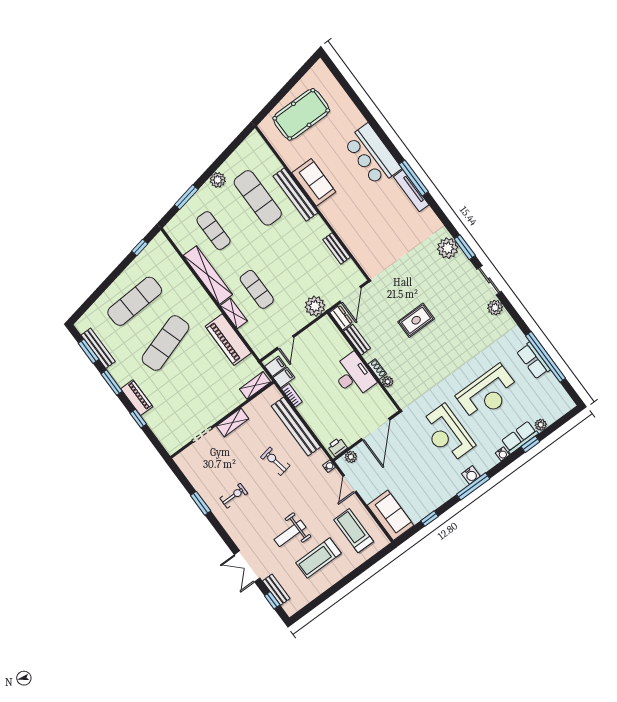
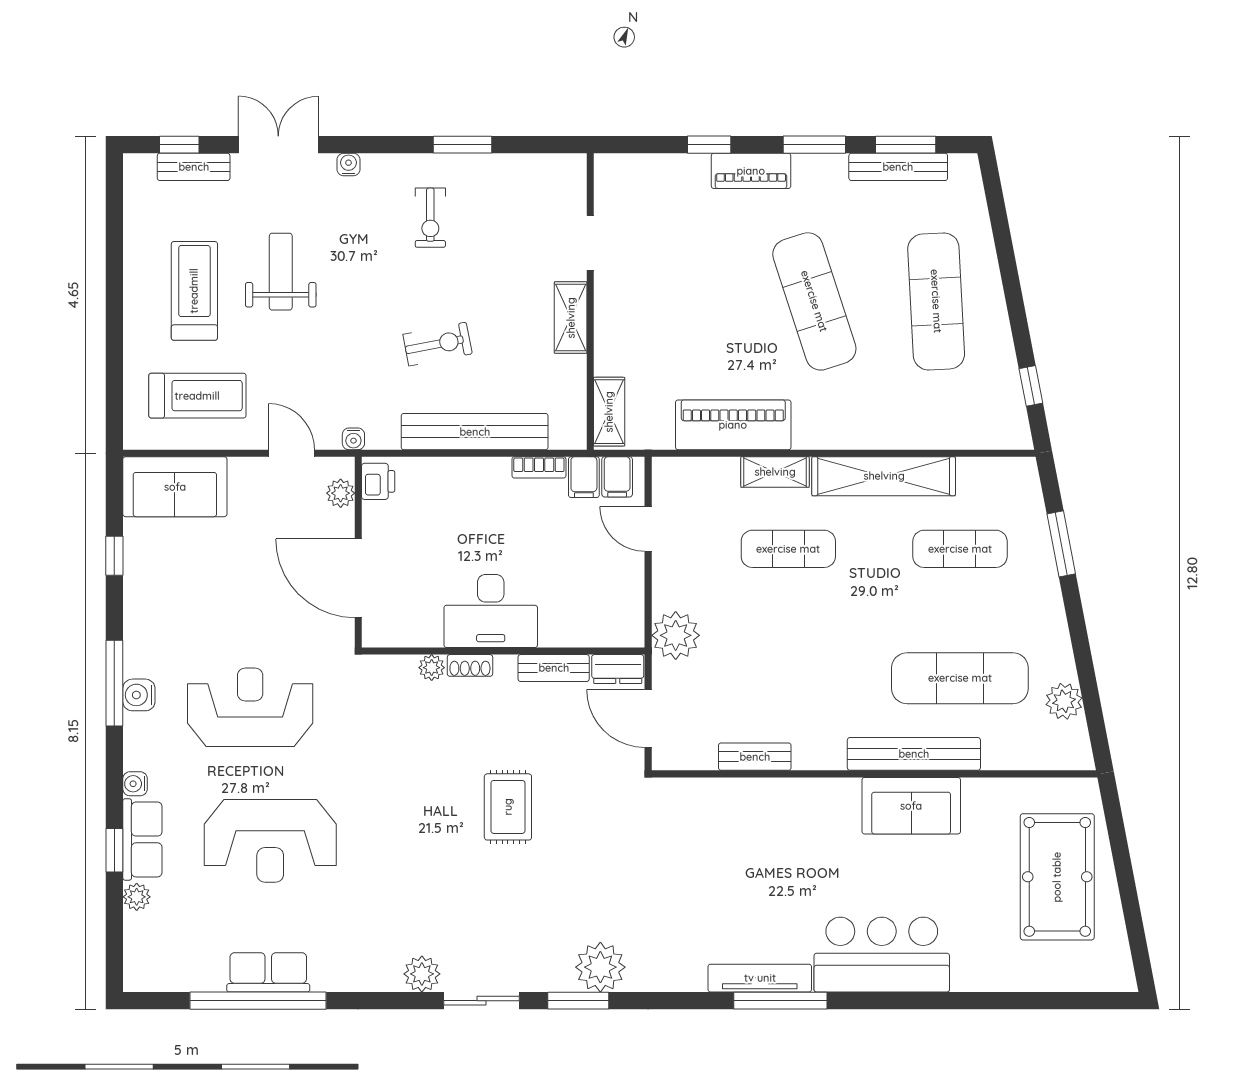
plant: (218, 180) -> (1064, 701), moved
reception desk: (488, 393) -> (270, 841), turned -90
water cooler: (236, 537) -> (349, 165), added

